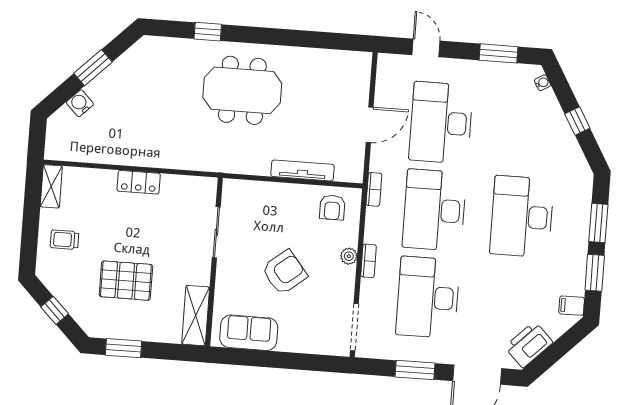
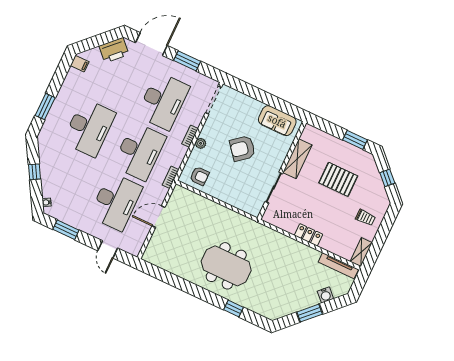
tv unit: (302, 170) -> (338, 266), moved
armchair: (332, 207) -> (199, 176), turned 90
window: (595, 273) -> (59, 78), removed
shelving: (196, 316) -> (297, 159), moved

